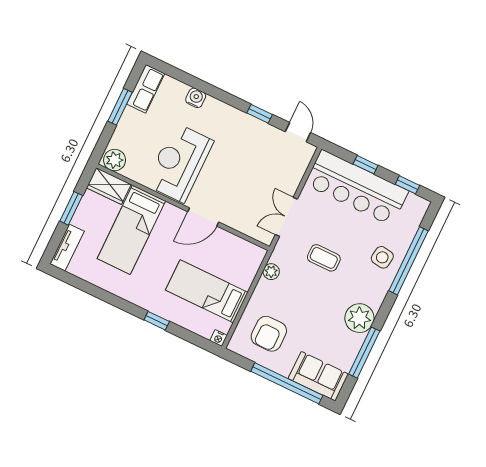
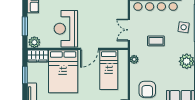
window: (120, 107) -> (25, 26), moved
bed: (131, 230) -> (63, 71), width x1.50
bed: (207, 291) -> (109, 70), moved, turned -90

